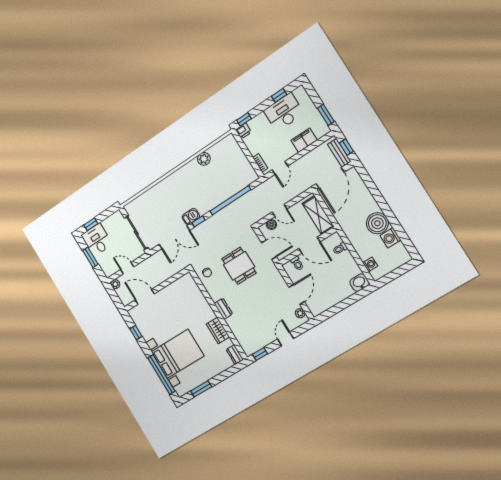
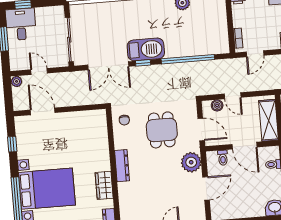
barbecue: (191, 217) -> (146, 49), width x1.88, depth x1.53
dresser: (223, 309) -> (122, 166), width x1.44
plant: (300, 313) -> (191, 162), moved, width x1.88, depth x1.88

